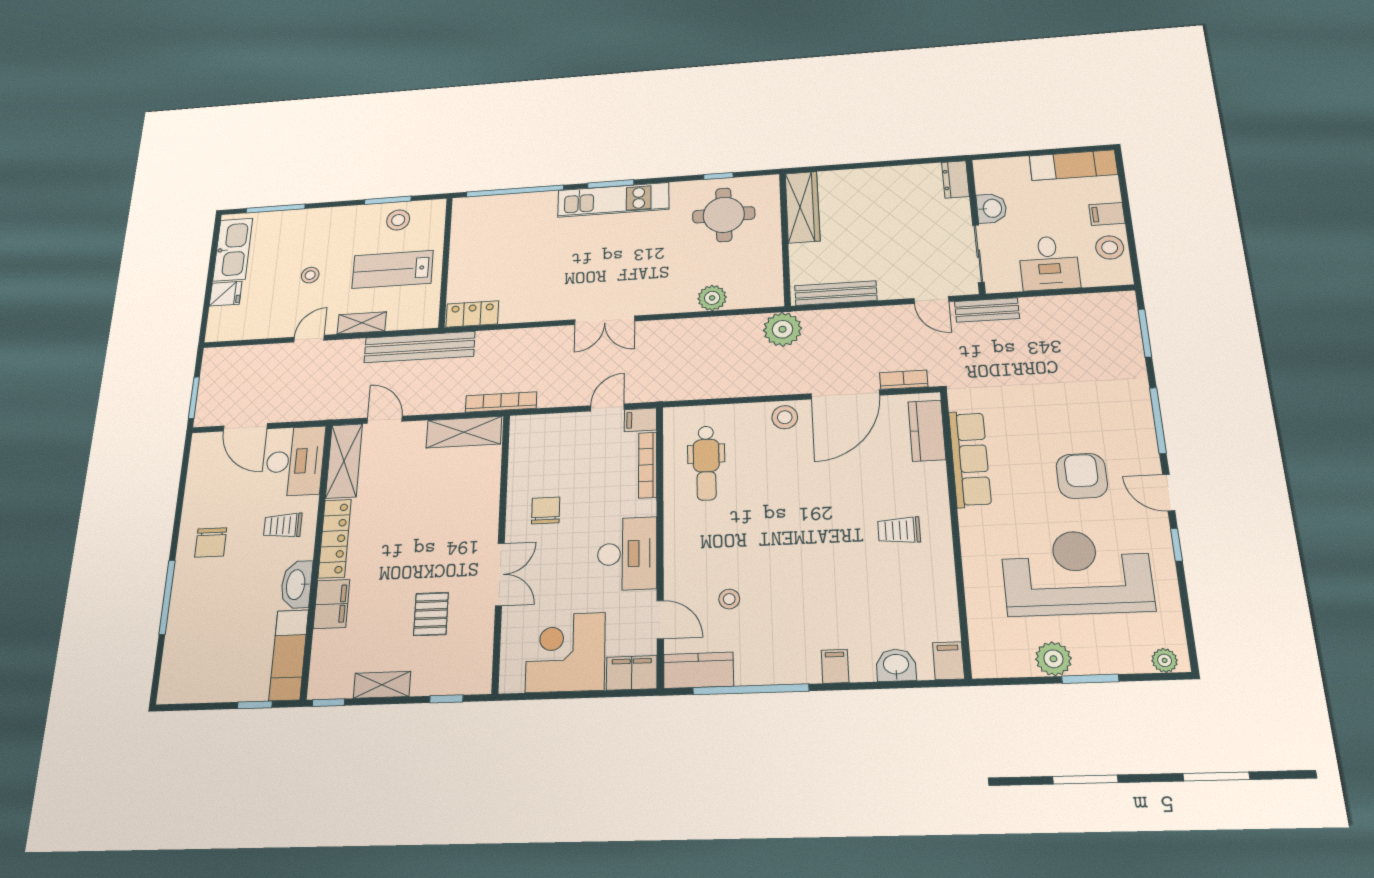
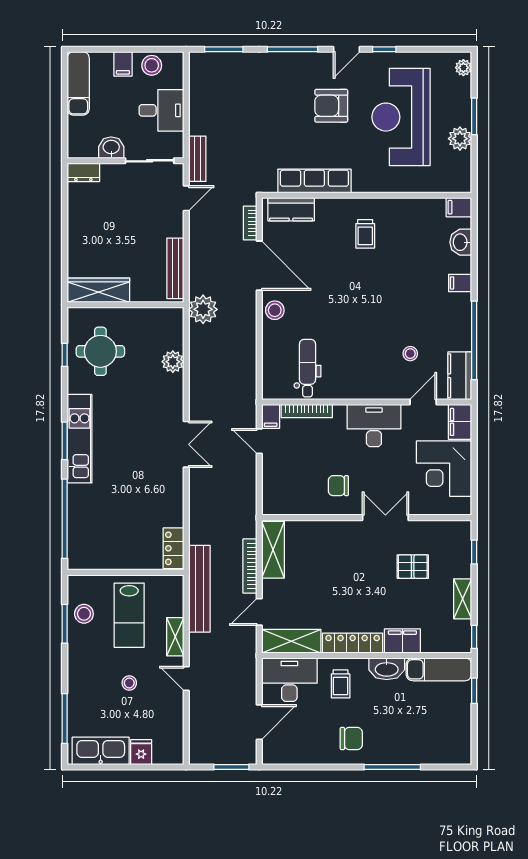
bookcase: (501, 402) -> (250, 566), moved
dental chair: (706, 463) -> (307, 368), turned -90

